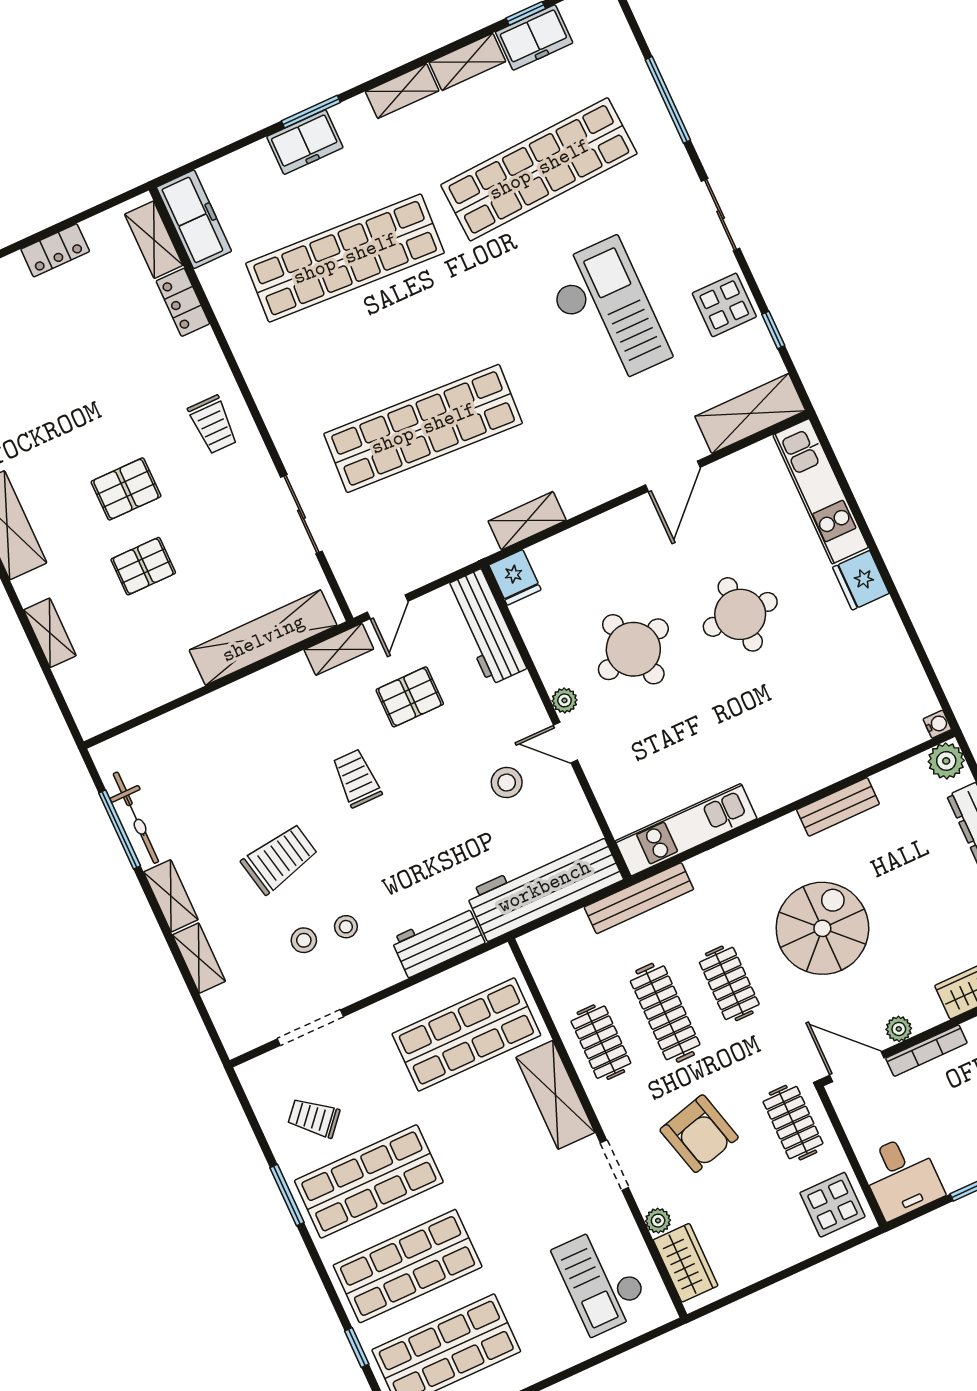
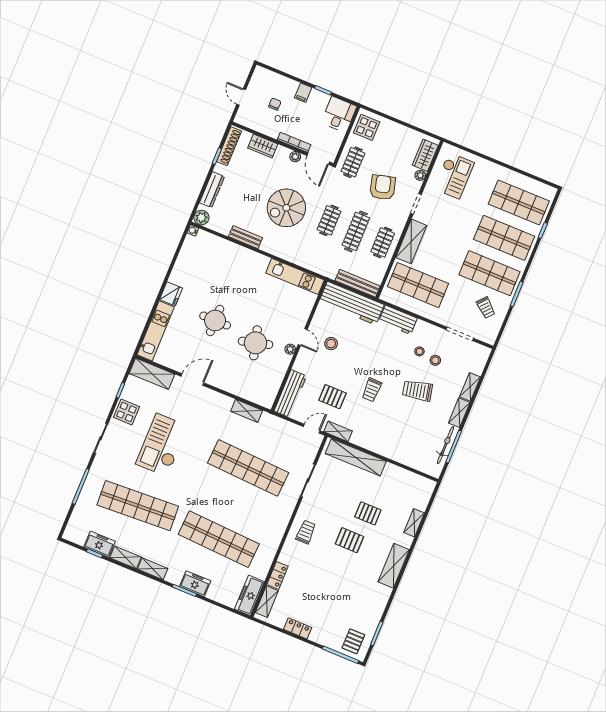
fridge: (515, 577) -> (267, 399), removed
bench: (639, 898) -> (358, 283), moved

